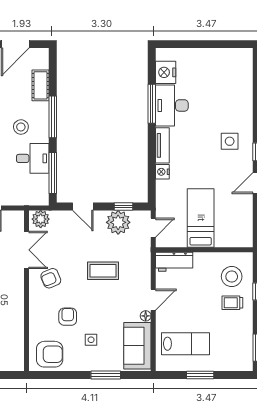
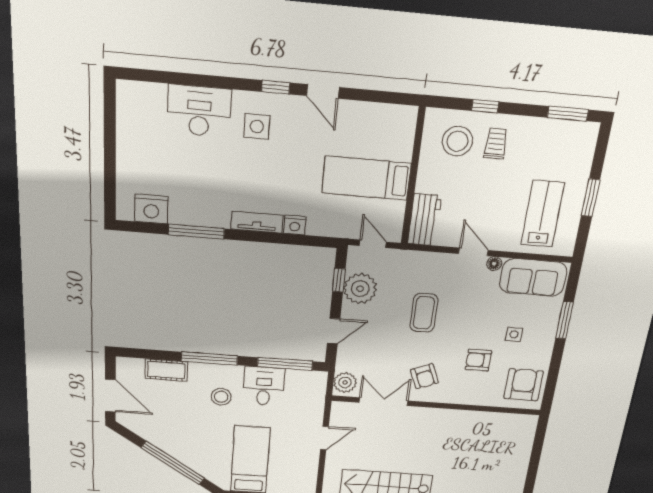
desk: (172, 105) -> (199, 111), moved, turned 180
trolley: (232, 303) -> (496, 144), turned 180

